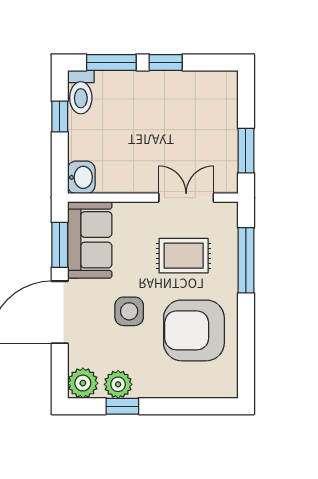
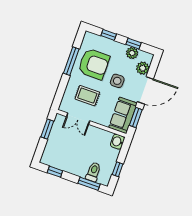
window: (166, 62) -> (55, 172), moved
toilet: (81, 92) -> (93, 172), moved
window: (246, 260) -> (71, 61), moved
plant: (83, 383) -> (143, 68), moved
window: (184, 406) -> (109, 35), added

